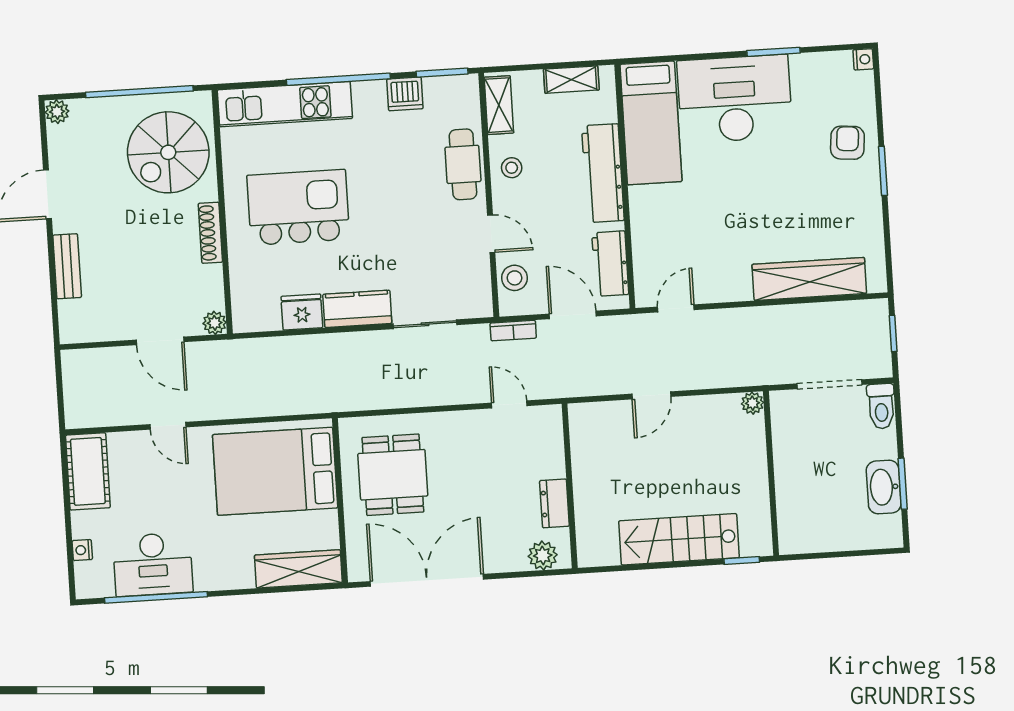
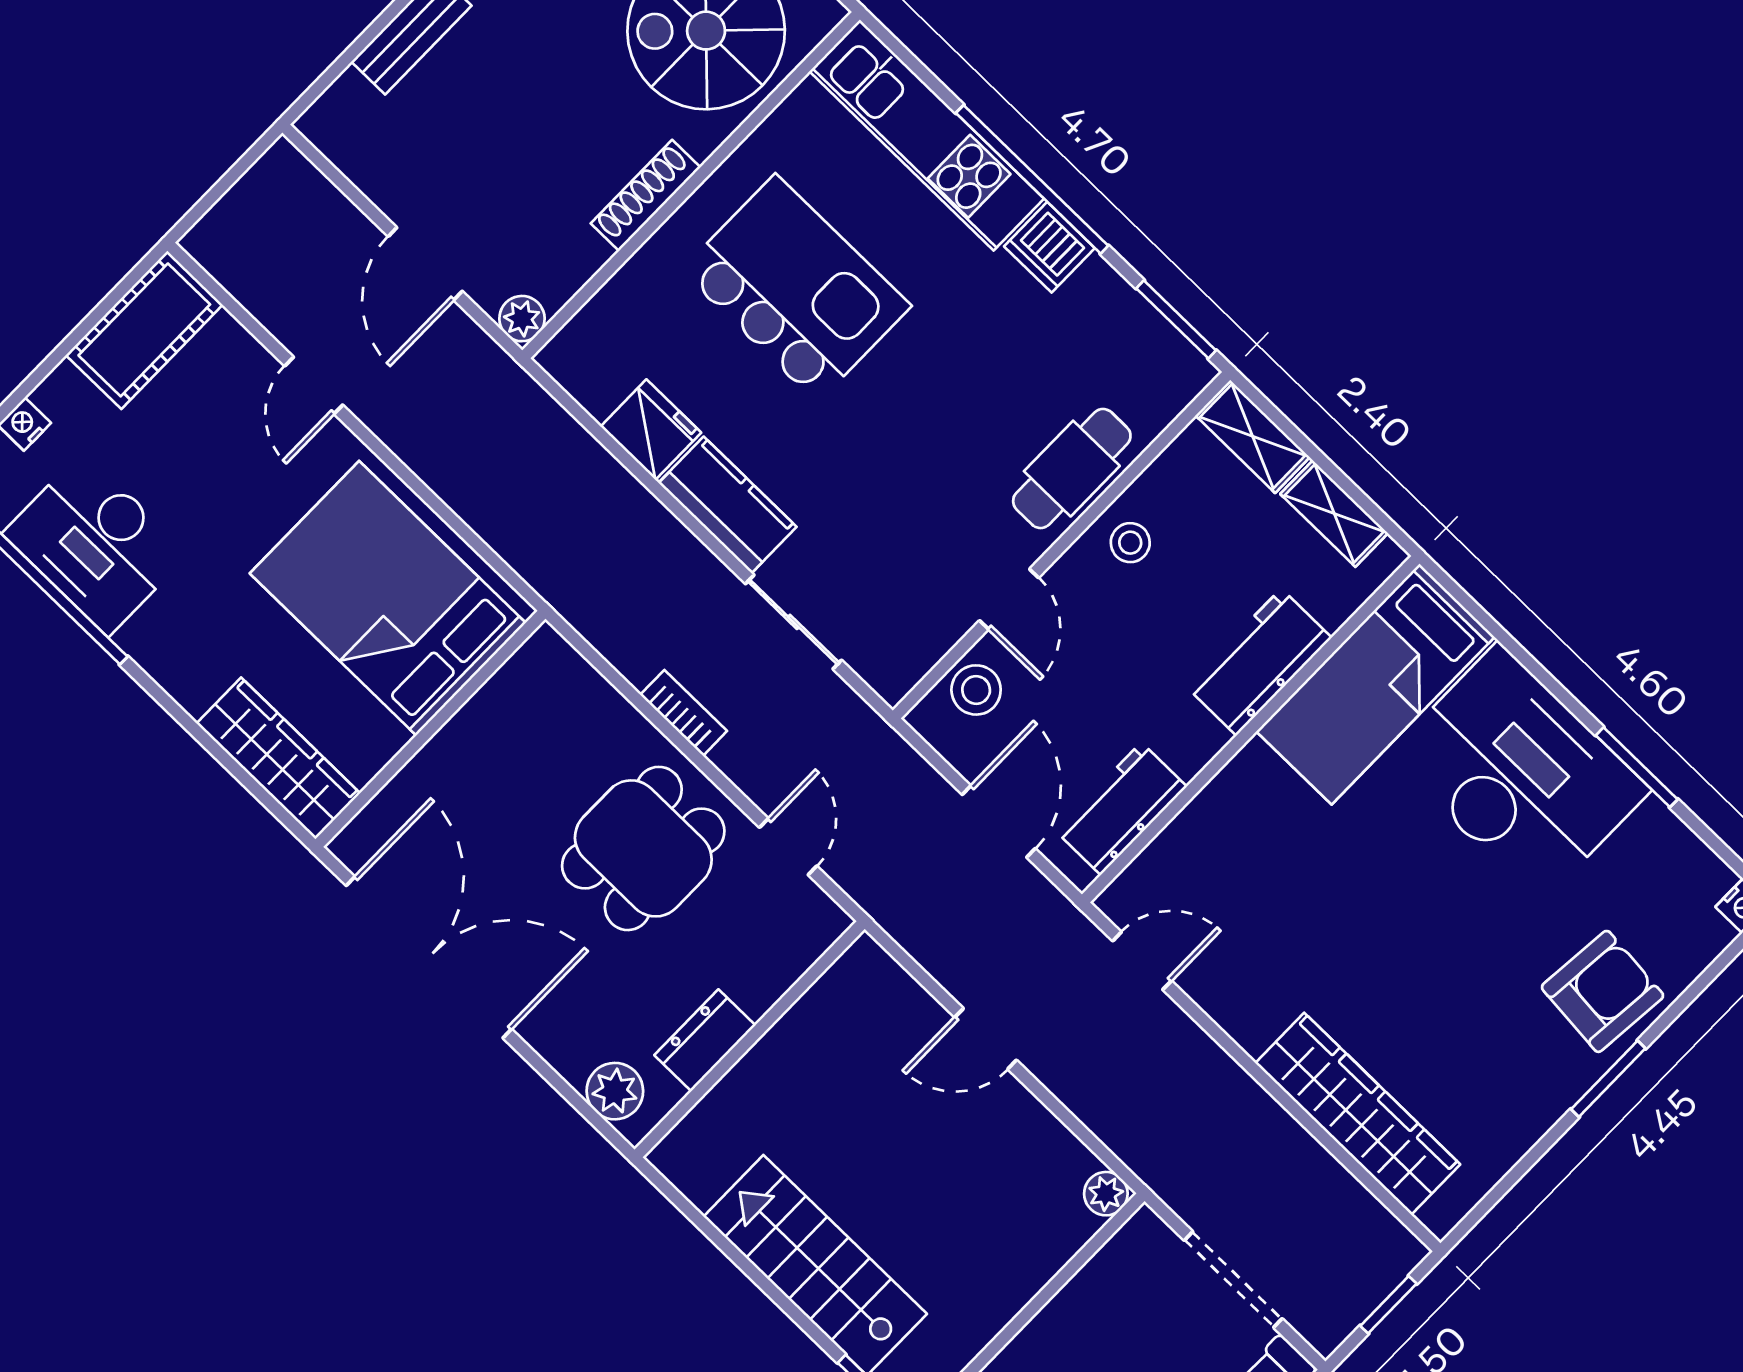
dishwasher: (405, 94) -> (1049, 247), moved
shelving: (499, 105) -> (1253, 436), moved, turned 90
armchair: (847, 143) -> (1602, 991), width x1.38, depth x1.38
workbench: (603, 173) -> (1259, 662), width x0.73
bookcase: (513, 331) -> (684, 713), moved, turned 180
dining table: (393, 475) -> (643, 848), moved

